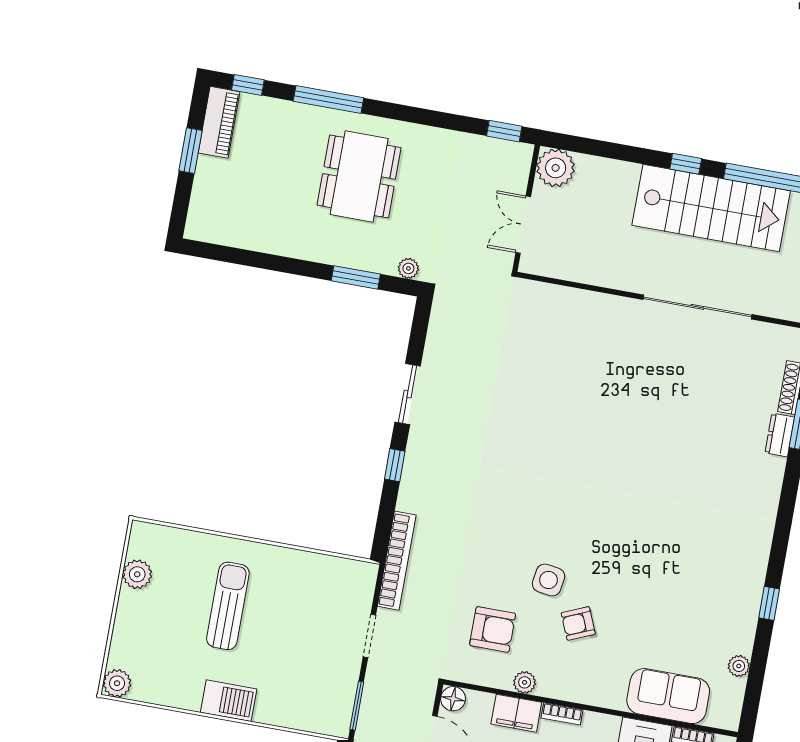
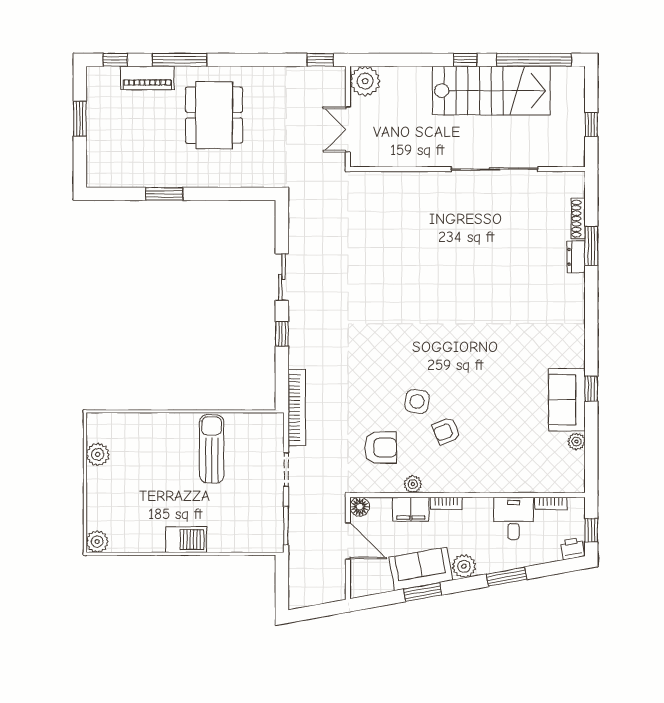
piano: (219, 122) -> (147, 78), moved, turned 90
plant: (408, 268) -> (265, 180), removed
window: (356, 277) -> (164, 194), moved
sun lounger: (228, 606) -> (212, 449), moved
sofa: (668, 696) -> (567, 400), moved, turned -90

